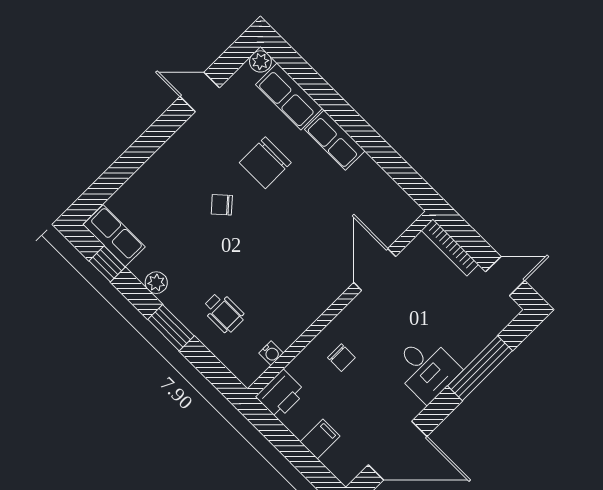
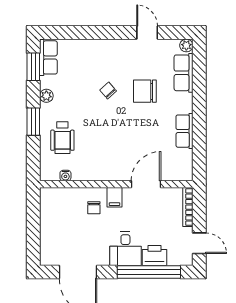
row of seats: (335, 140) -> (184, 131), moved
window: (107, 264) -> (33, 67), width x1.50
wheelchair: (224, 313) -> (62, 138), width x1.36, depth x1.37
window: (480, 368) -> (149, 272), width x1.46
printer: (281, 394) -> (154, 256), moved, turned 180
filing cabinet: (320, 439) -> (114, 197), moved, turned 90

